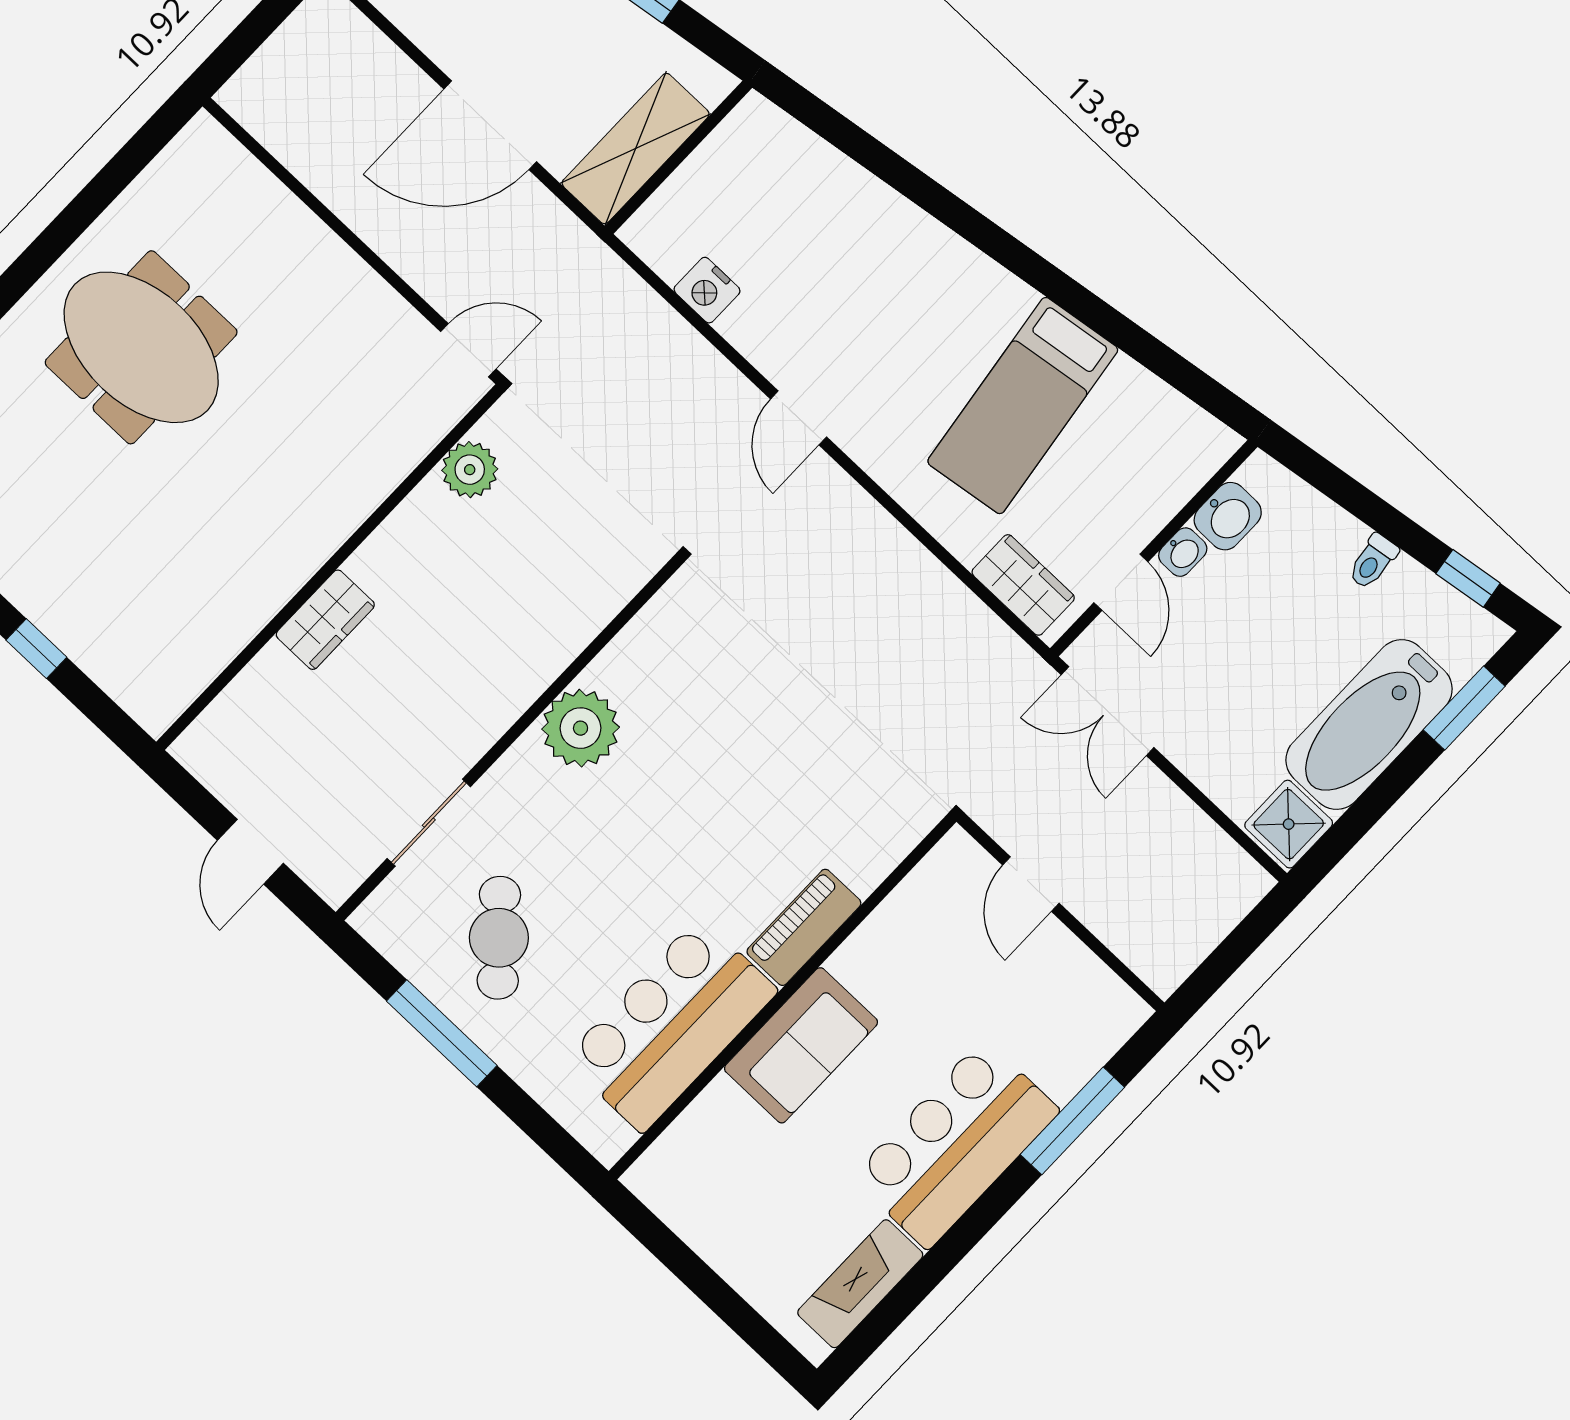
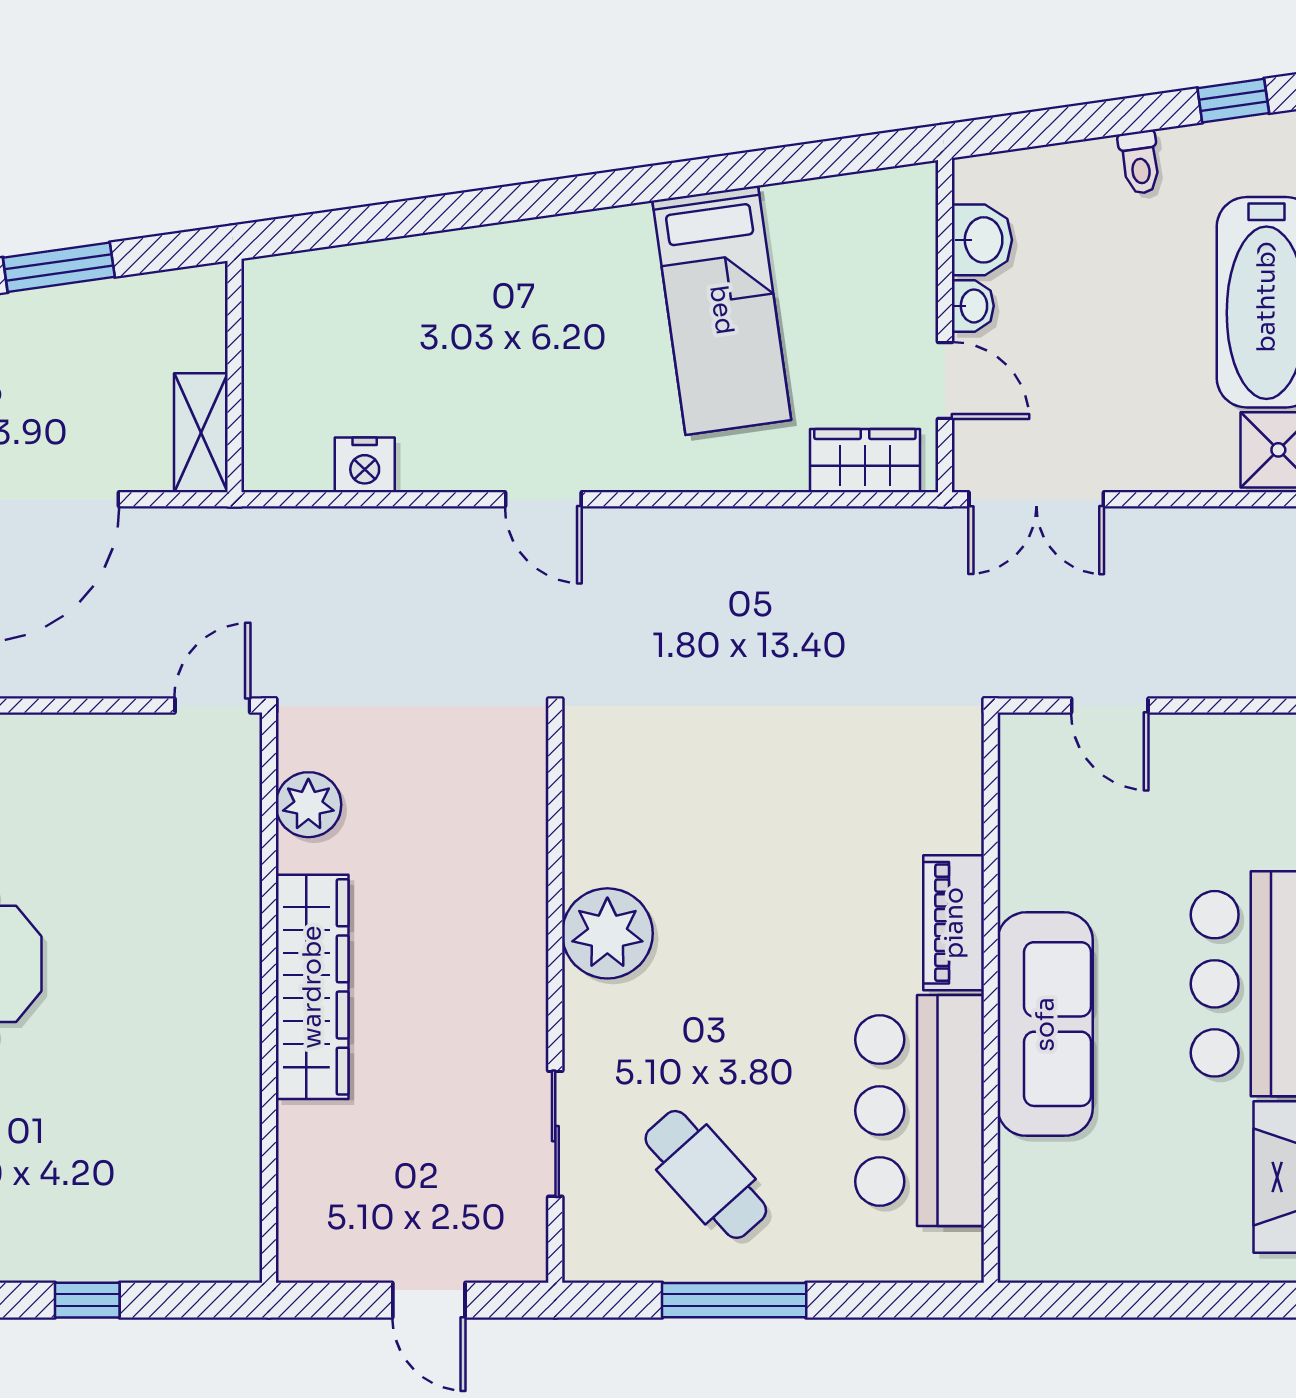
shelving: (636, 149) -> (201, 433), width x0.67, depth x0.75
wardrobe: (325, 620) -> (312, 987), width x2.10, depth x1.17
sofa: (801, 1045) -> (1045, 1024), width x1.36

